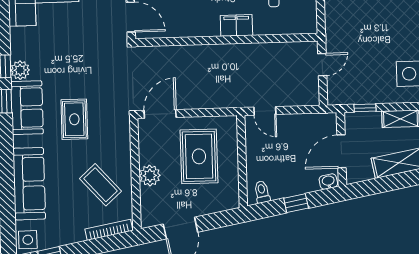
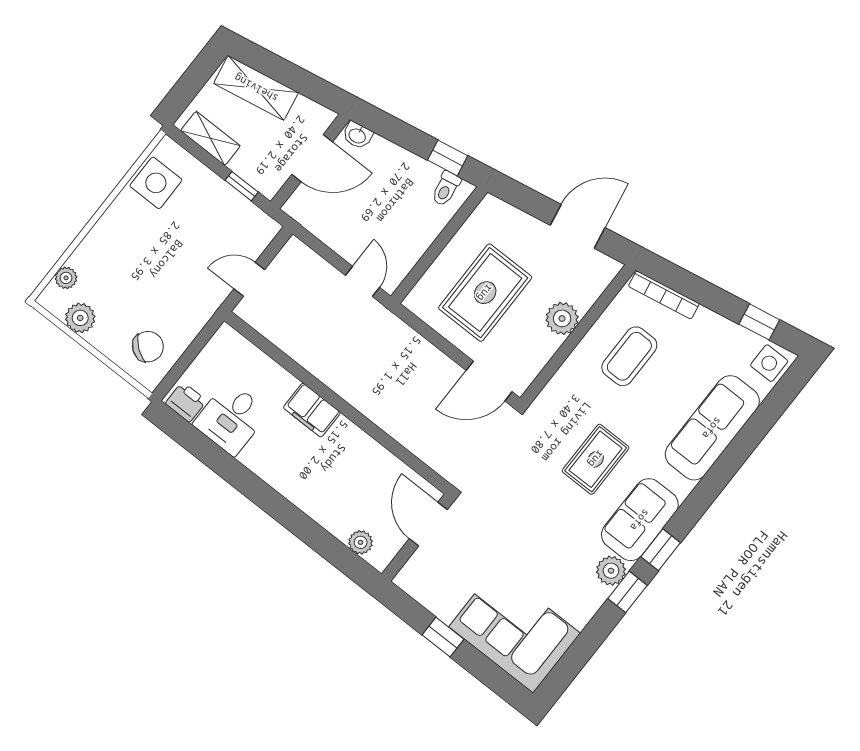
coffee table: (100, 185) -> (629, 356), turned 42
window: (296, 203) -> (448, 158), moved

